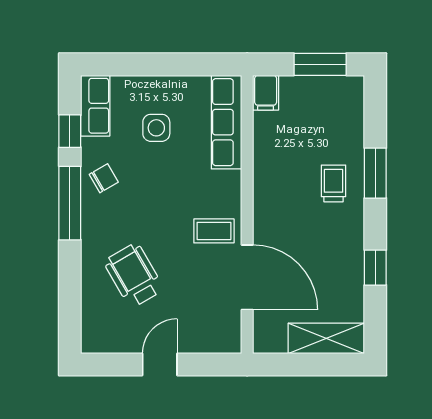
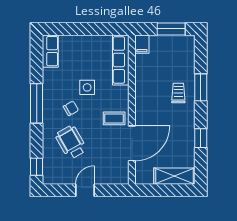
side table: (156, 128) -> (87, 87), moved
window: (70, 131) -> (37, 167), moved
chair: (104, 178) -> (71, 108), moved
door: (247, 277) -> (132, 143), hinge flipped

